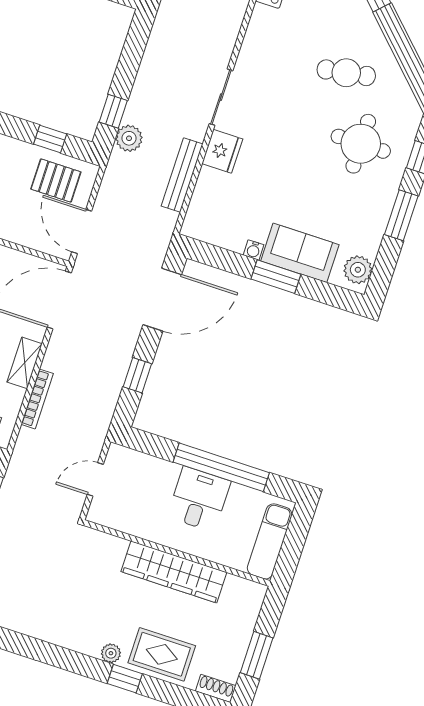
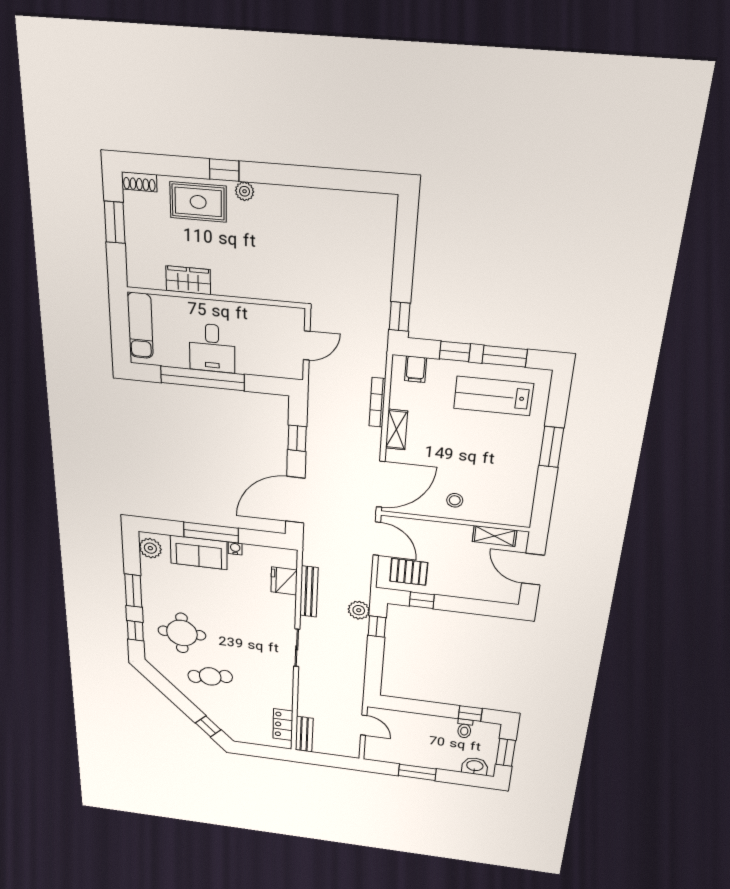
fridge: (222, 151) -> (284, 581), moved
window: (276, 277) -> (211, 533), width x1.44
wardrobe: (174, 572) -> (188, 280), width x0.48, depth x0.85

